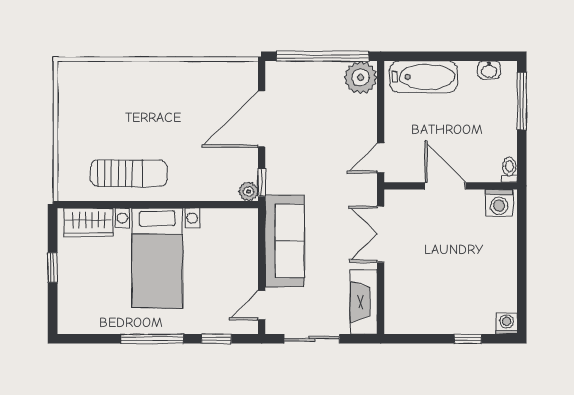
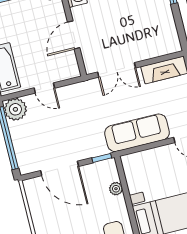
door: (381, 158) -> (44, 88), moved
plant: (248, 191) -> (116, 189), moved

